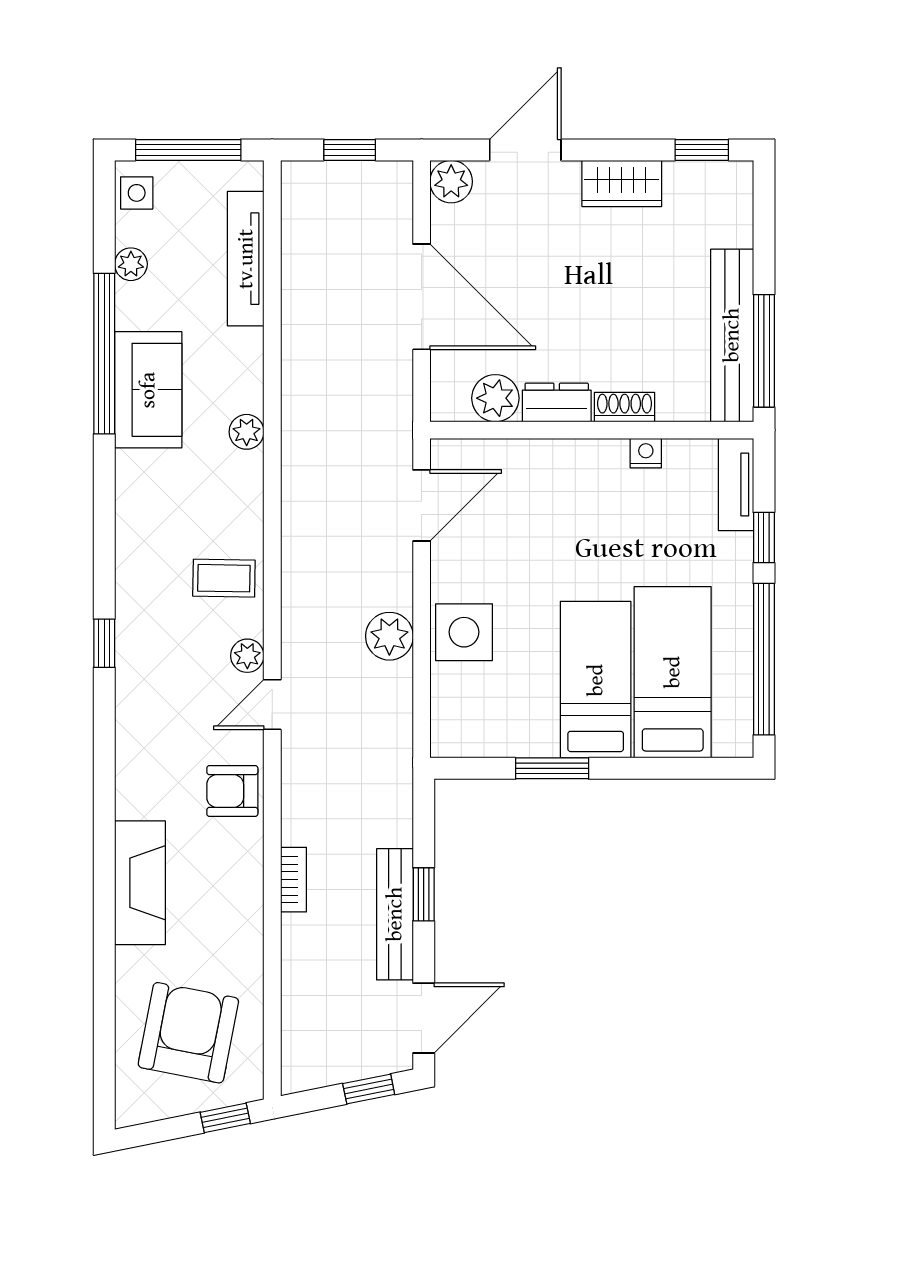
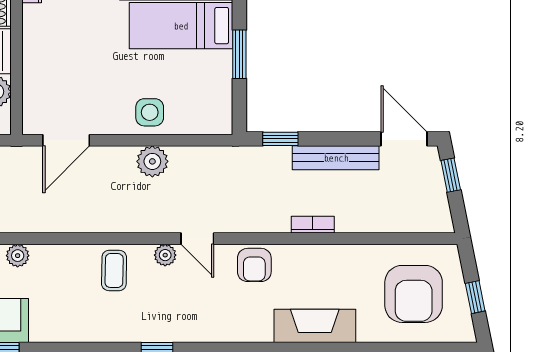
door: (422, 505) -> (66, 140), swing flipped
side table: (464, 632) -> (150, 112), width x0.73, depth x0.73
window: (424, 894) -> (280, 139), moved
armchair: (188, 1033) -> (414, 294), turned -101
window: (225, 1118) -> (475, 297), moved

